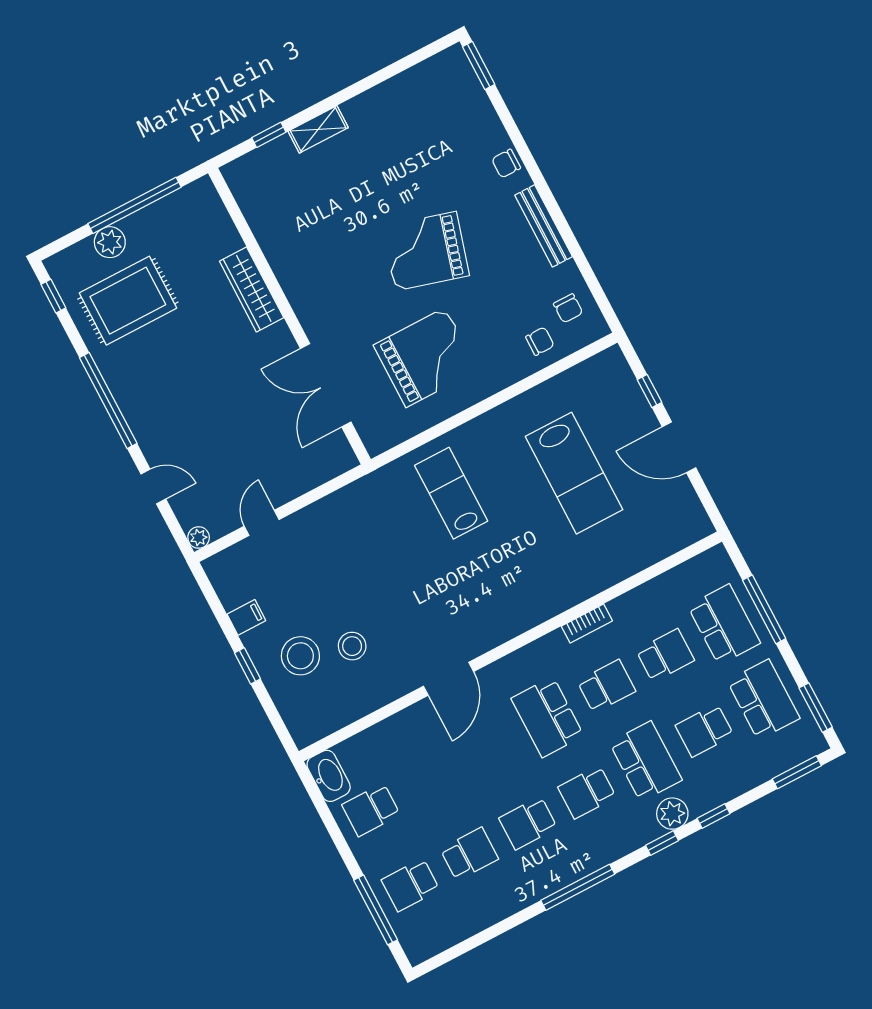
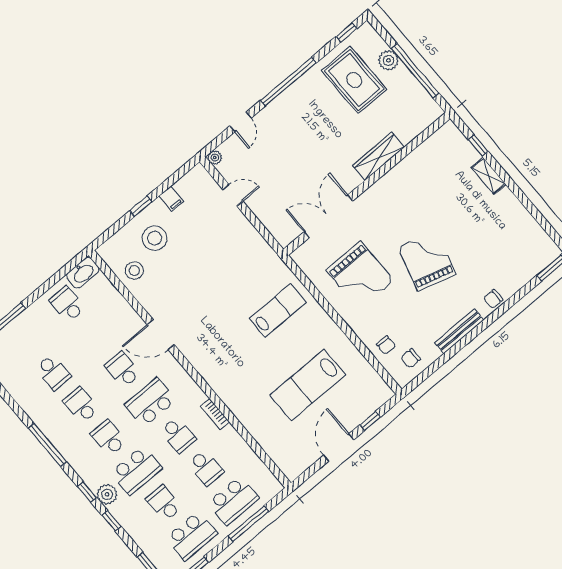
chair: (506, 164) -> (493, 299), turned -90
stool: (352, 646) -> (134, 270), moved
school desk: (410, 885) -> (123, 370), moved

